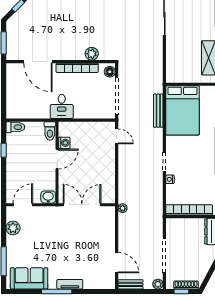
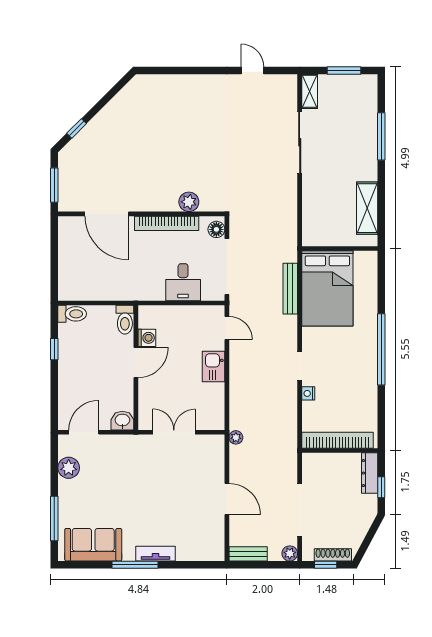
desk: (62, 106) -> (183, 282), moved
kitchen sink: (108, 162) -> (214, 366), added
double door: (82, 205) -> (174, 432), width x0.73
door: (117, 263) -> (227, 499), moved

